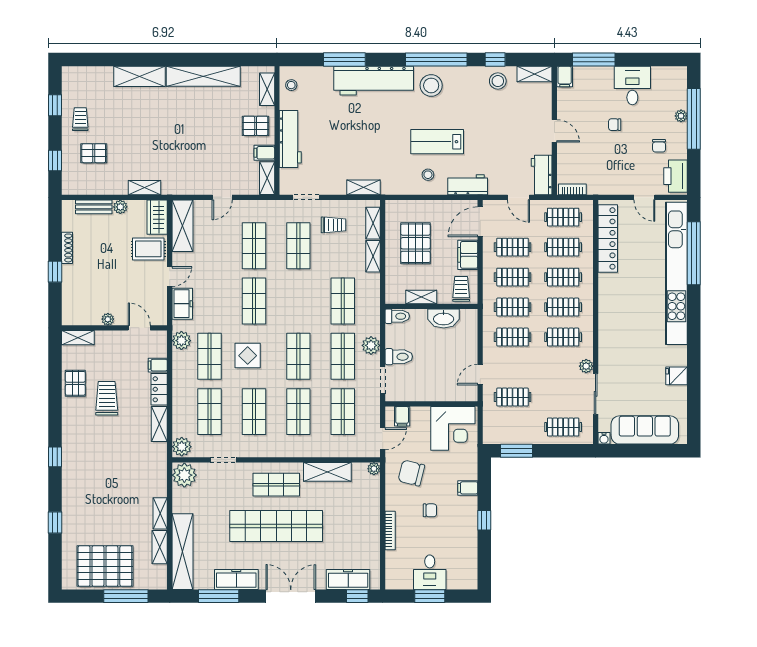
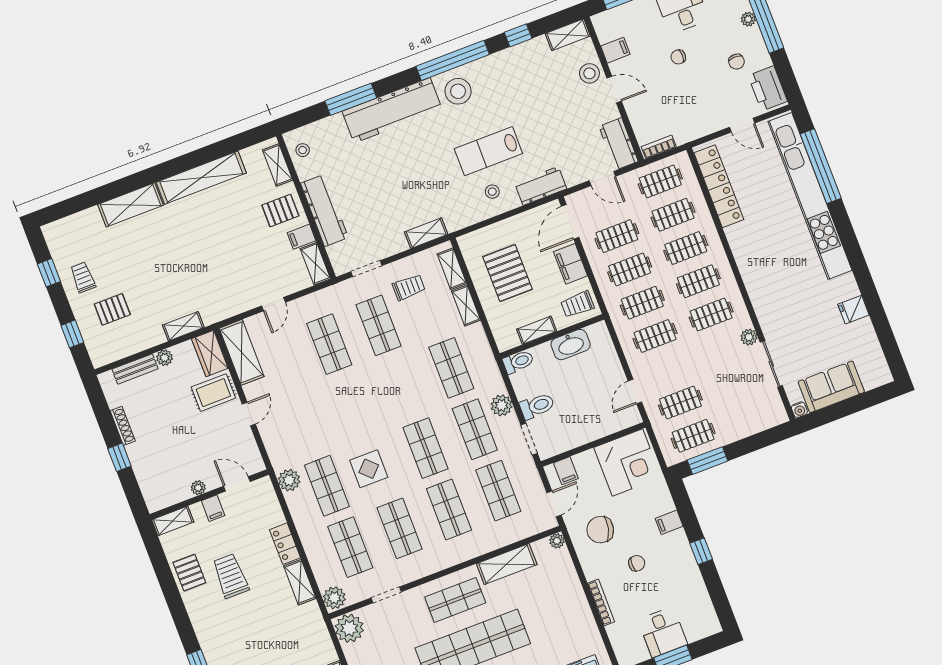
filing cabinet: (565, 77) -> (615, 50), moved, turned -90
stool: (498, 81) -> (589, 73), moved
trolley: (461, 289) -> (577, 304), turned -90
shop shelf: (254, 301) -> (353, 406), removed
freezer: (182, 304) -> (274, 439), removed
filing cabinet: (158, 365) -> (213, 508), moved, turned -90
clothes rail: (563, 427) -> (693, 436), moved
sofa: (645, 430) -> (831, 387), width x0.73

